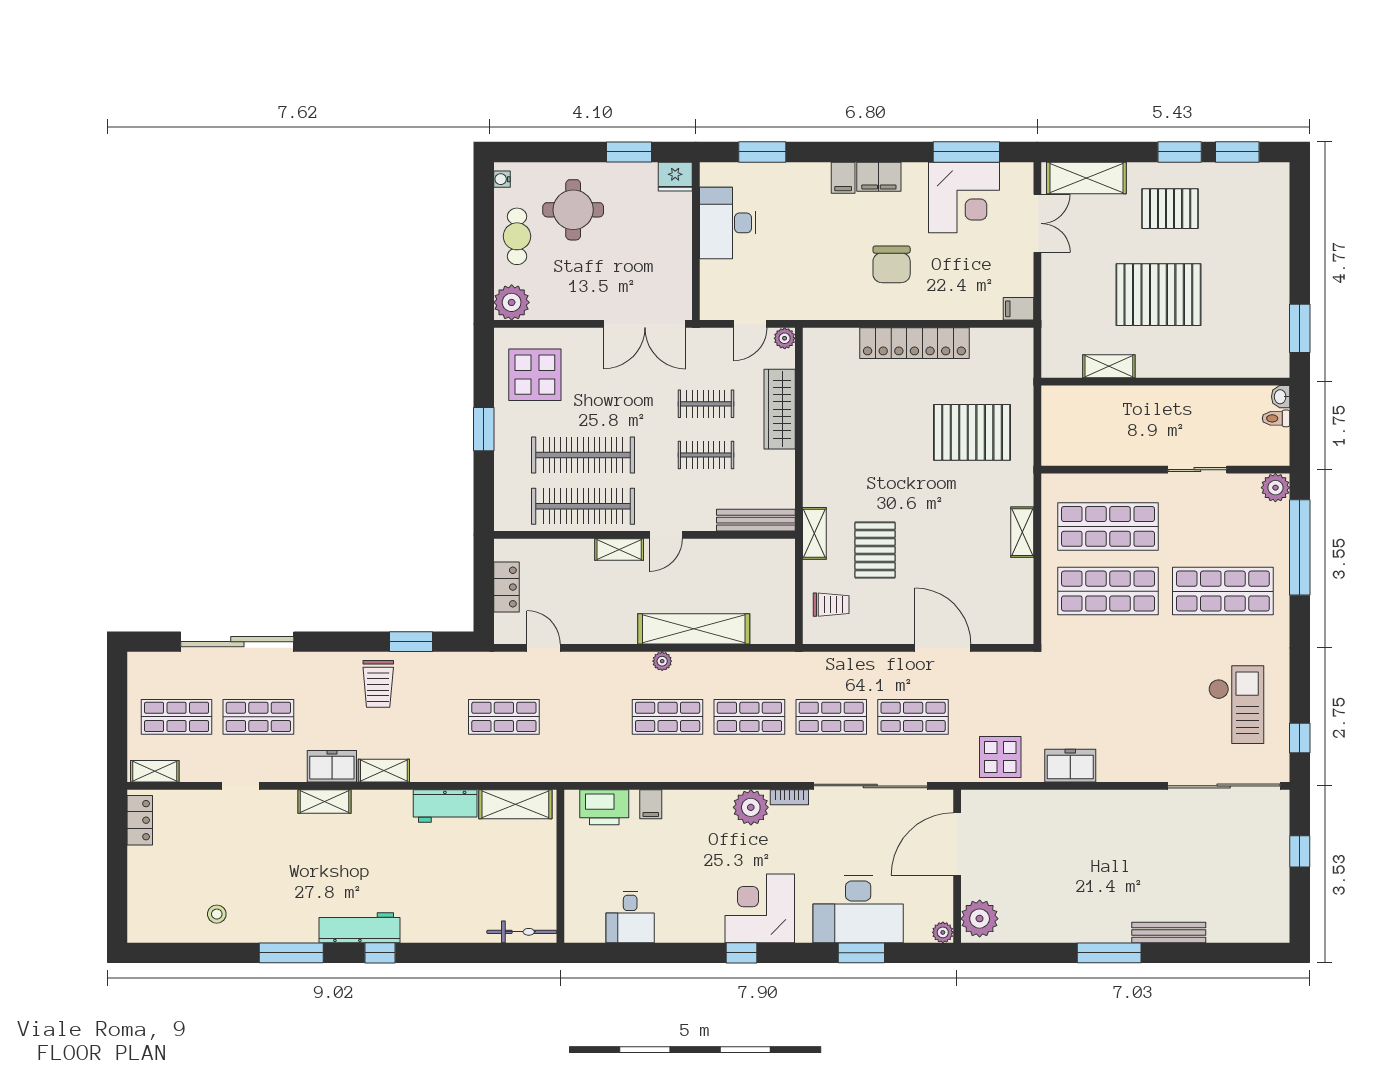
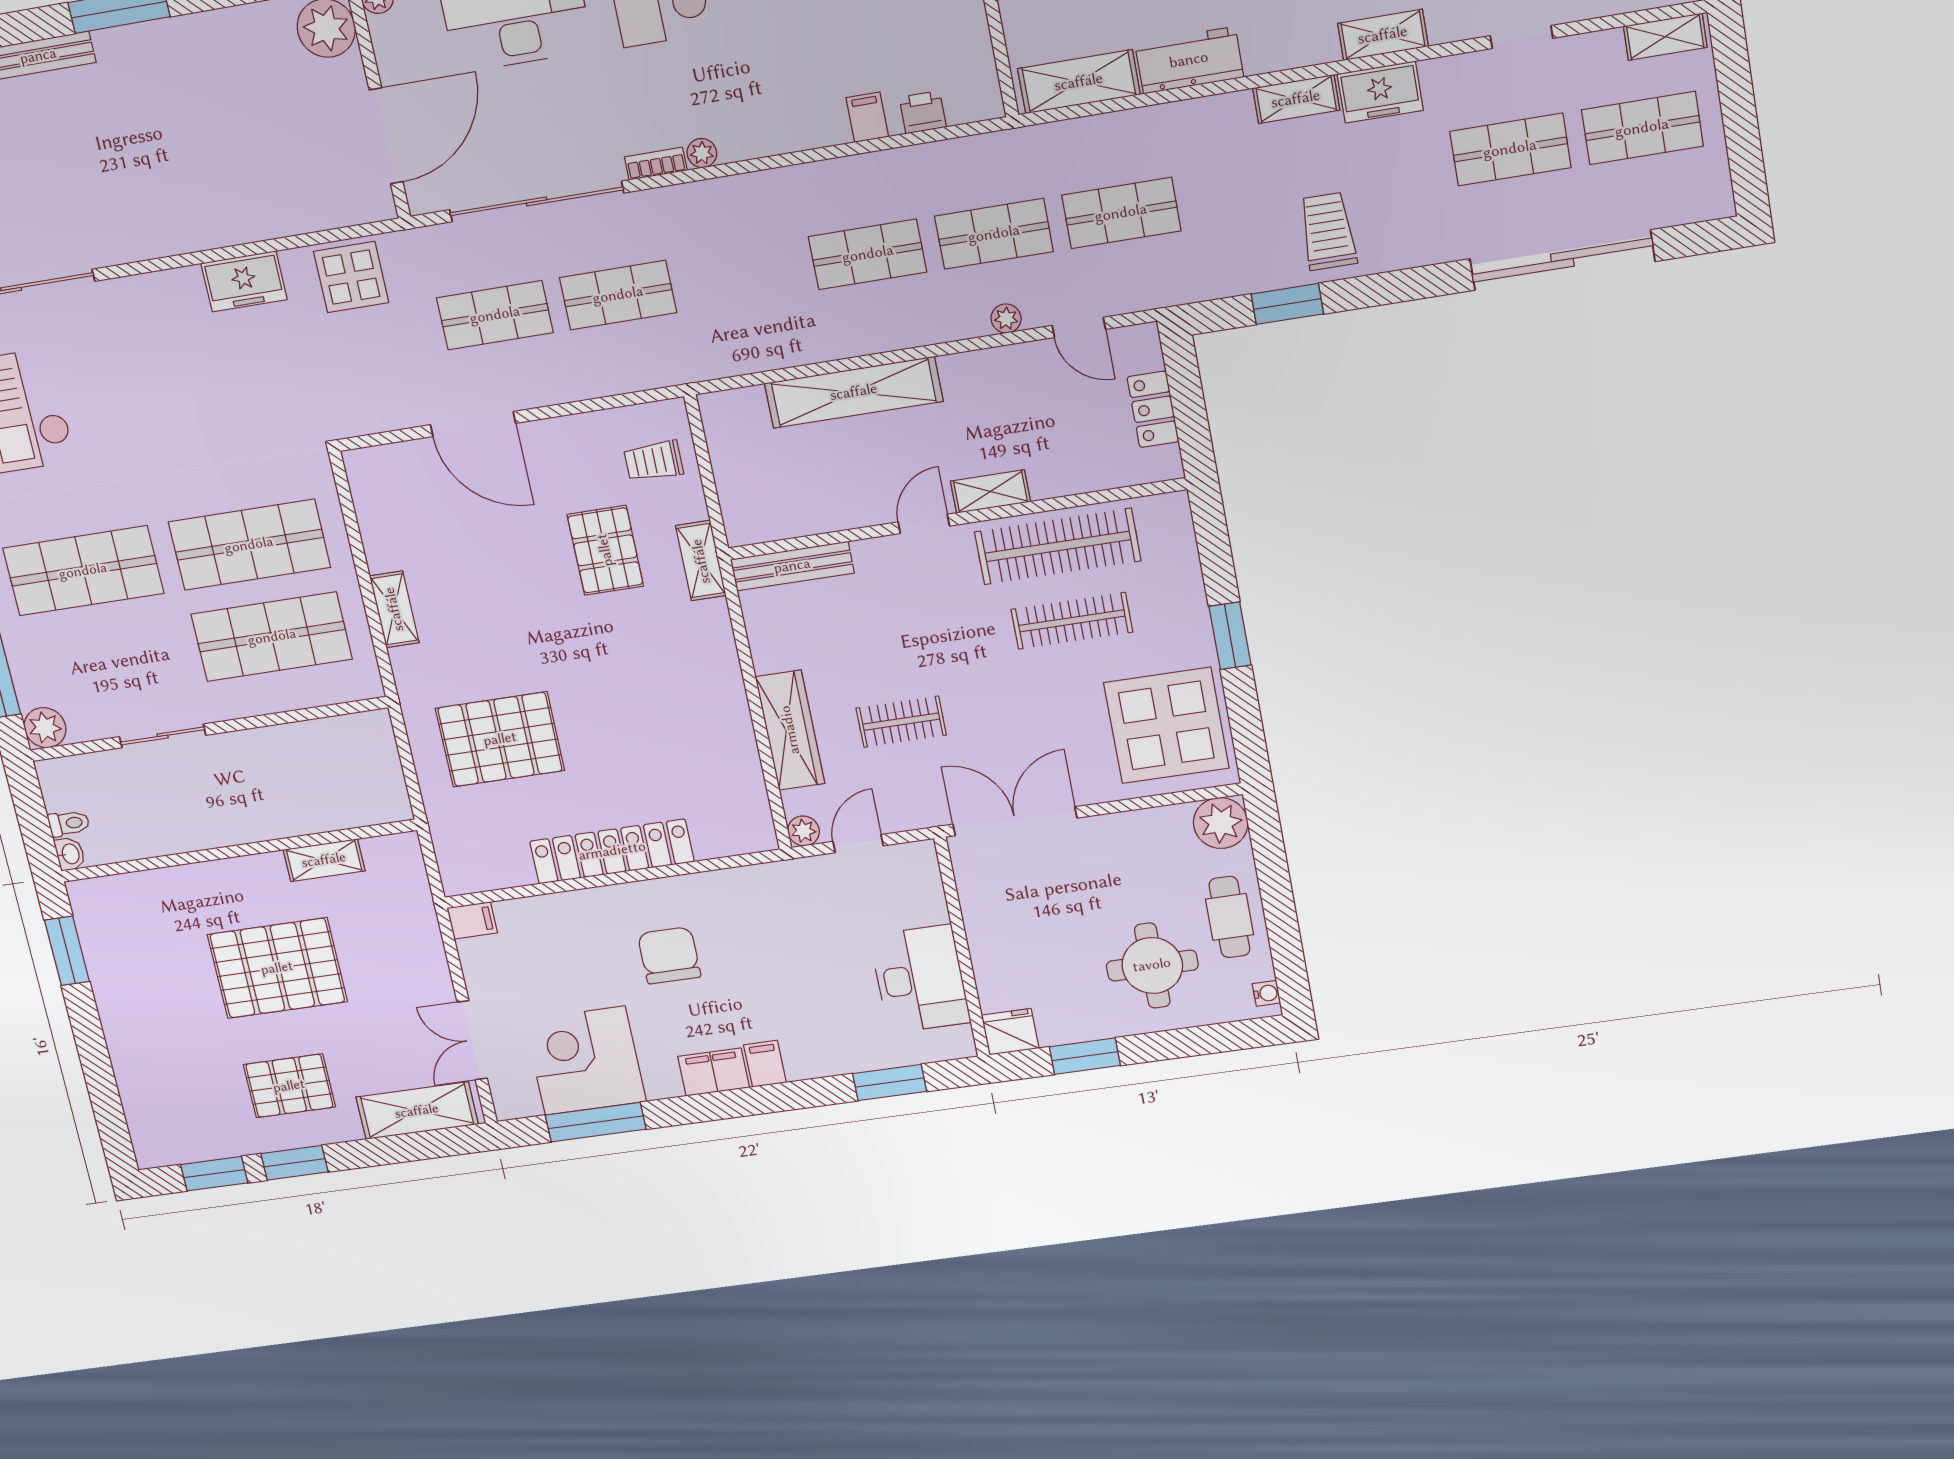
display table: (535, 375) -> (1166, 725), width x1.36, depth x1.36
clothes rail: (583, 455) -> (1072, 621), width x0.73, depth x0.76
clothes rail: (706, 455) -> (886, 649), removed
plant: (662, 661) -> (1006, 318), moved
shop shelf: (749, 717) -> (994, 234), moved
printer: (604, 807) -> (923, 112), width x0.53, depth x0.68
plant: (751, 807) -> (702, 153), width x0.53, depth x0.53

